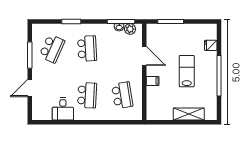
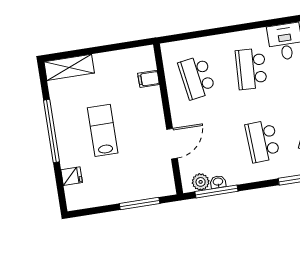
door: (144, 56) -> (172, 144), swing flipped
lab bench: (187, 71) -> (103, 130), turned 180
filing cabinet: (153, 81) -> (149, 79), moved
shelving: (189, 114) -> (69, 67), moved

